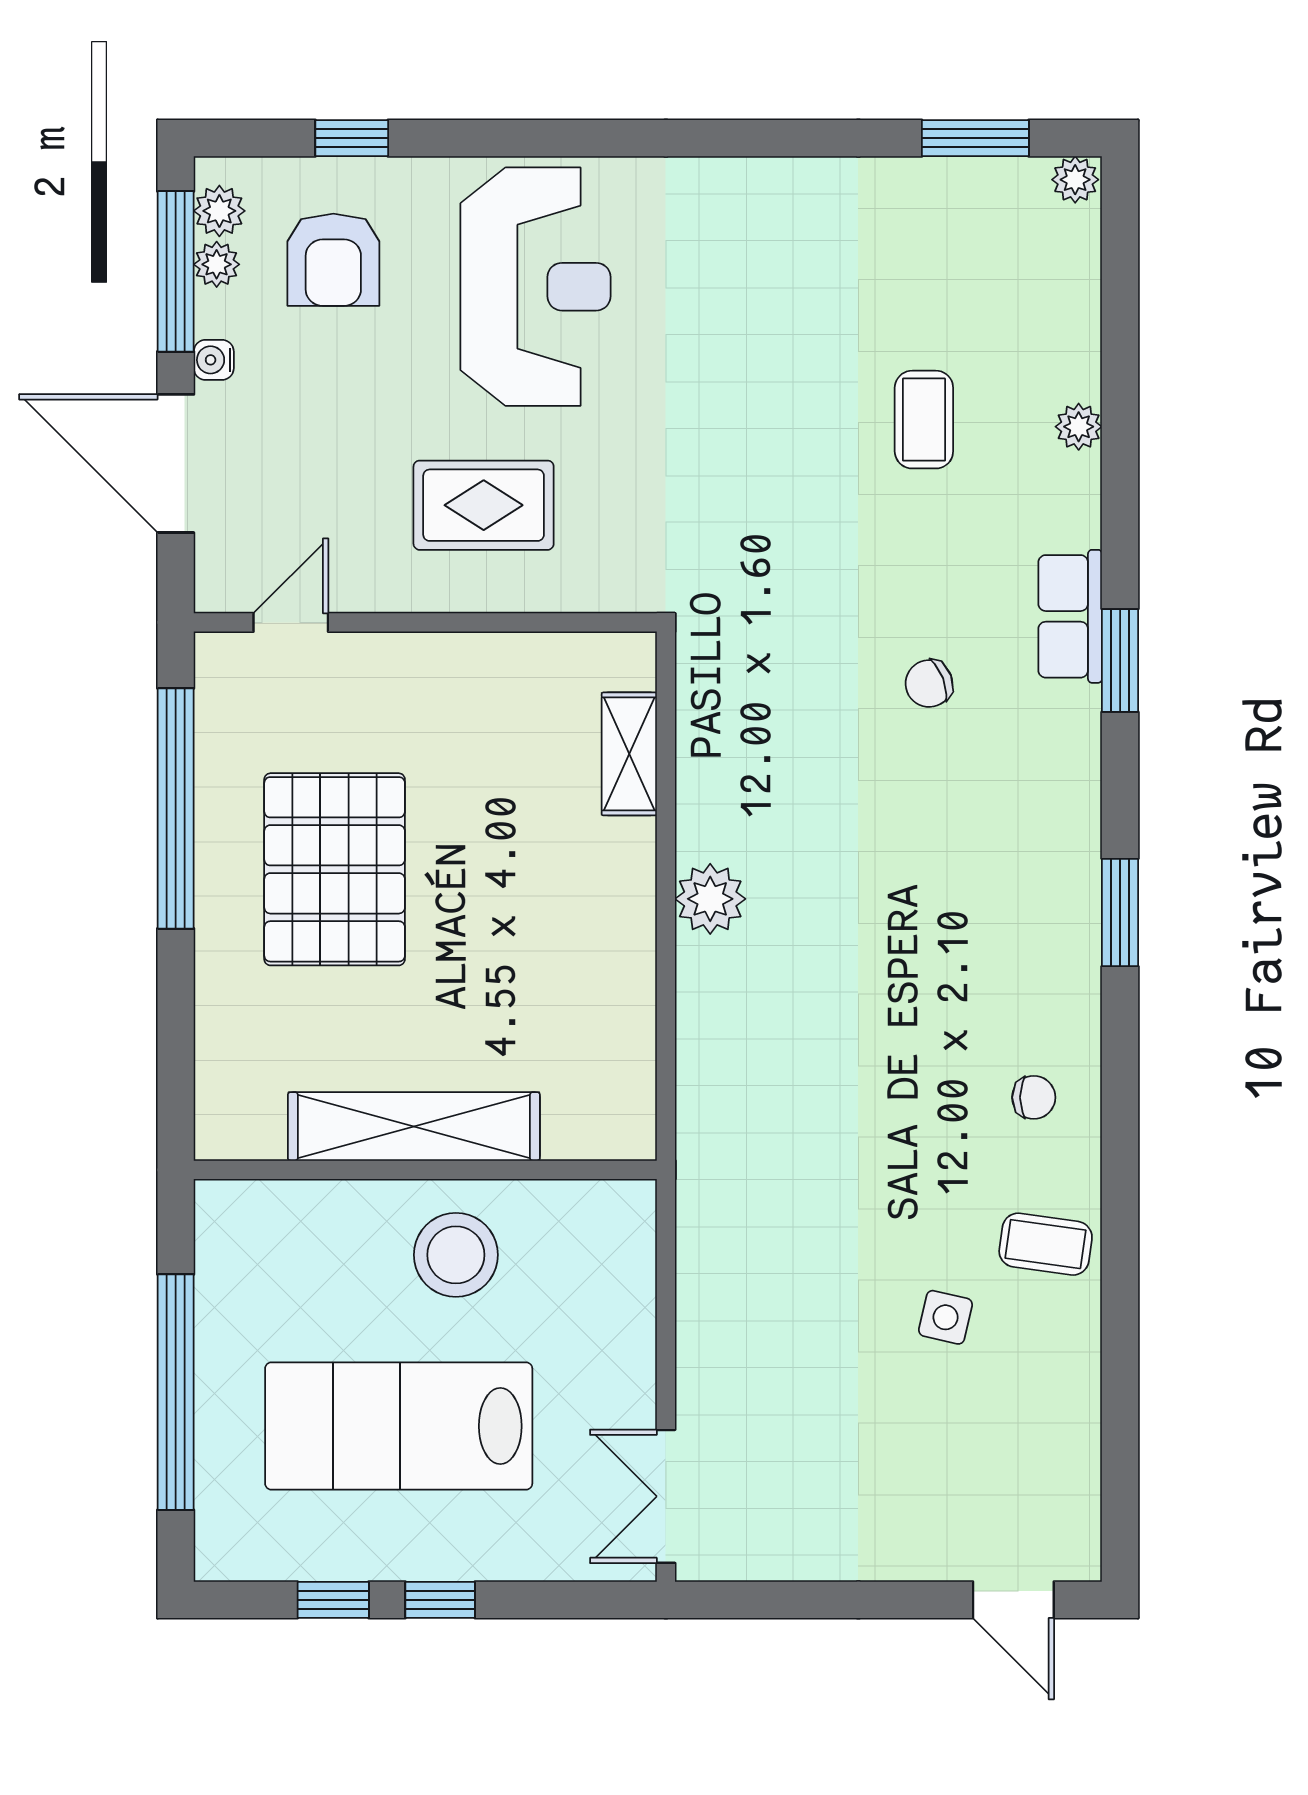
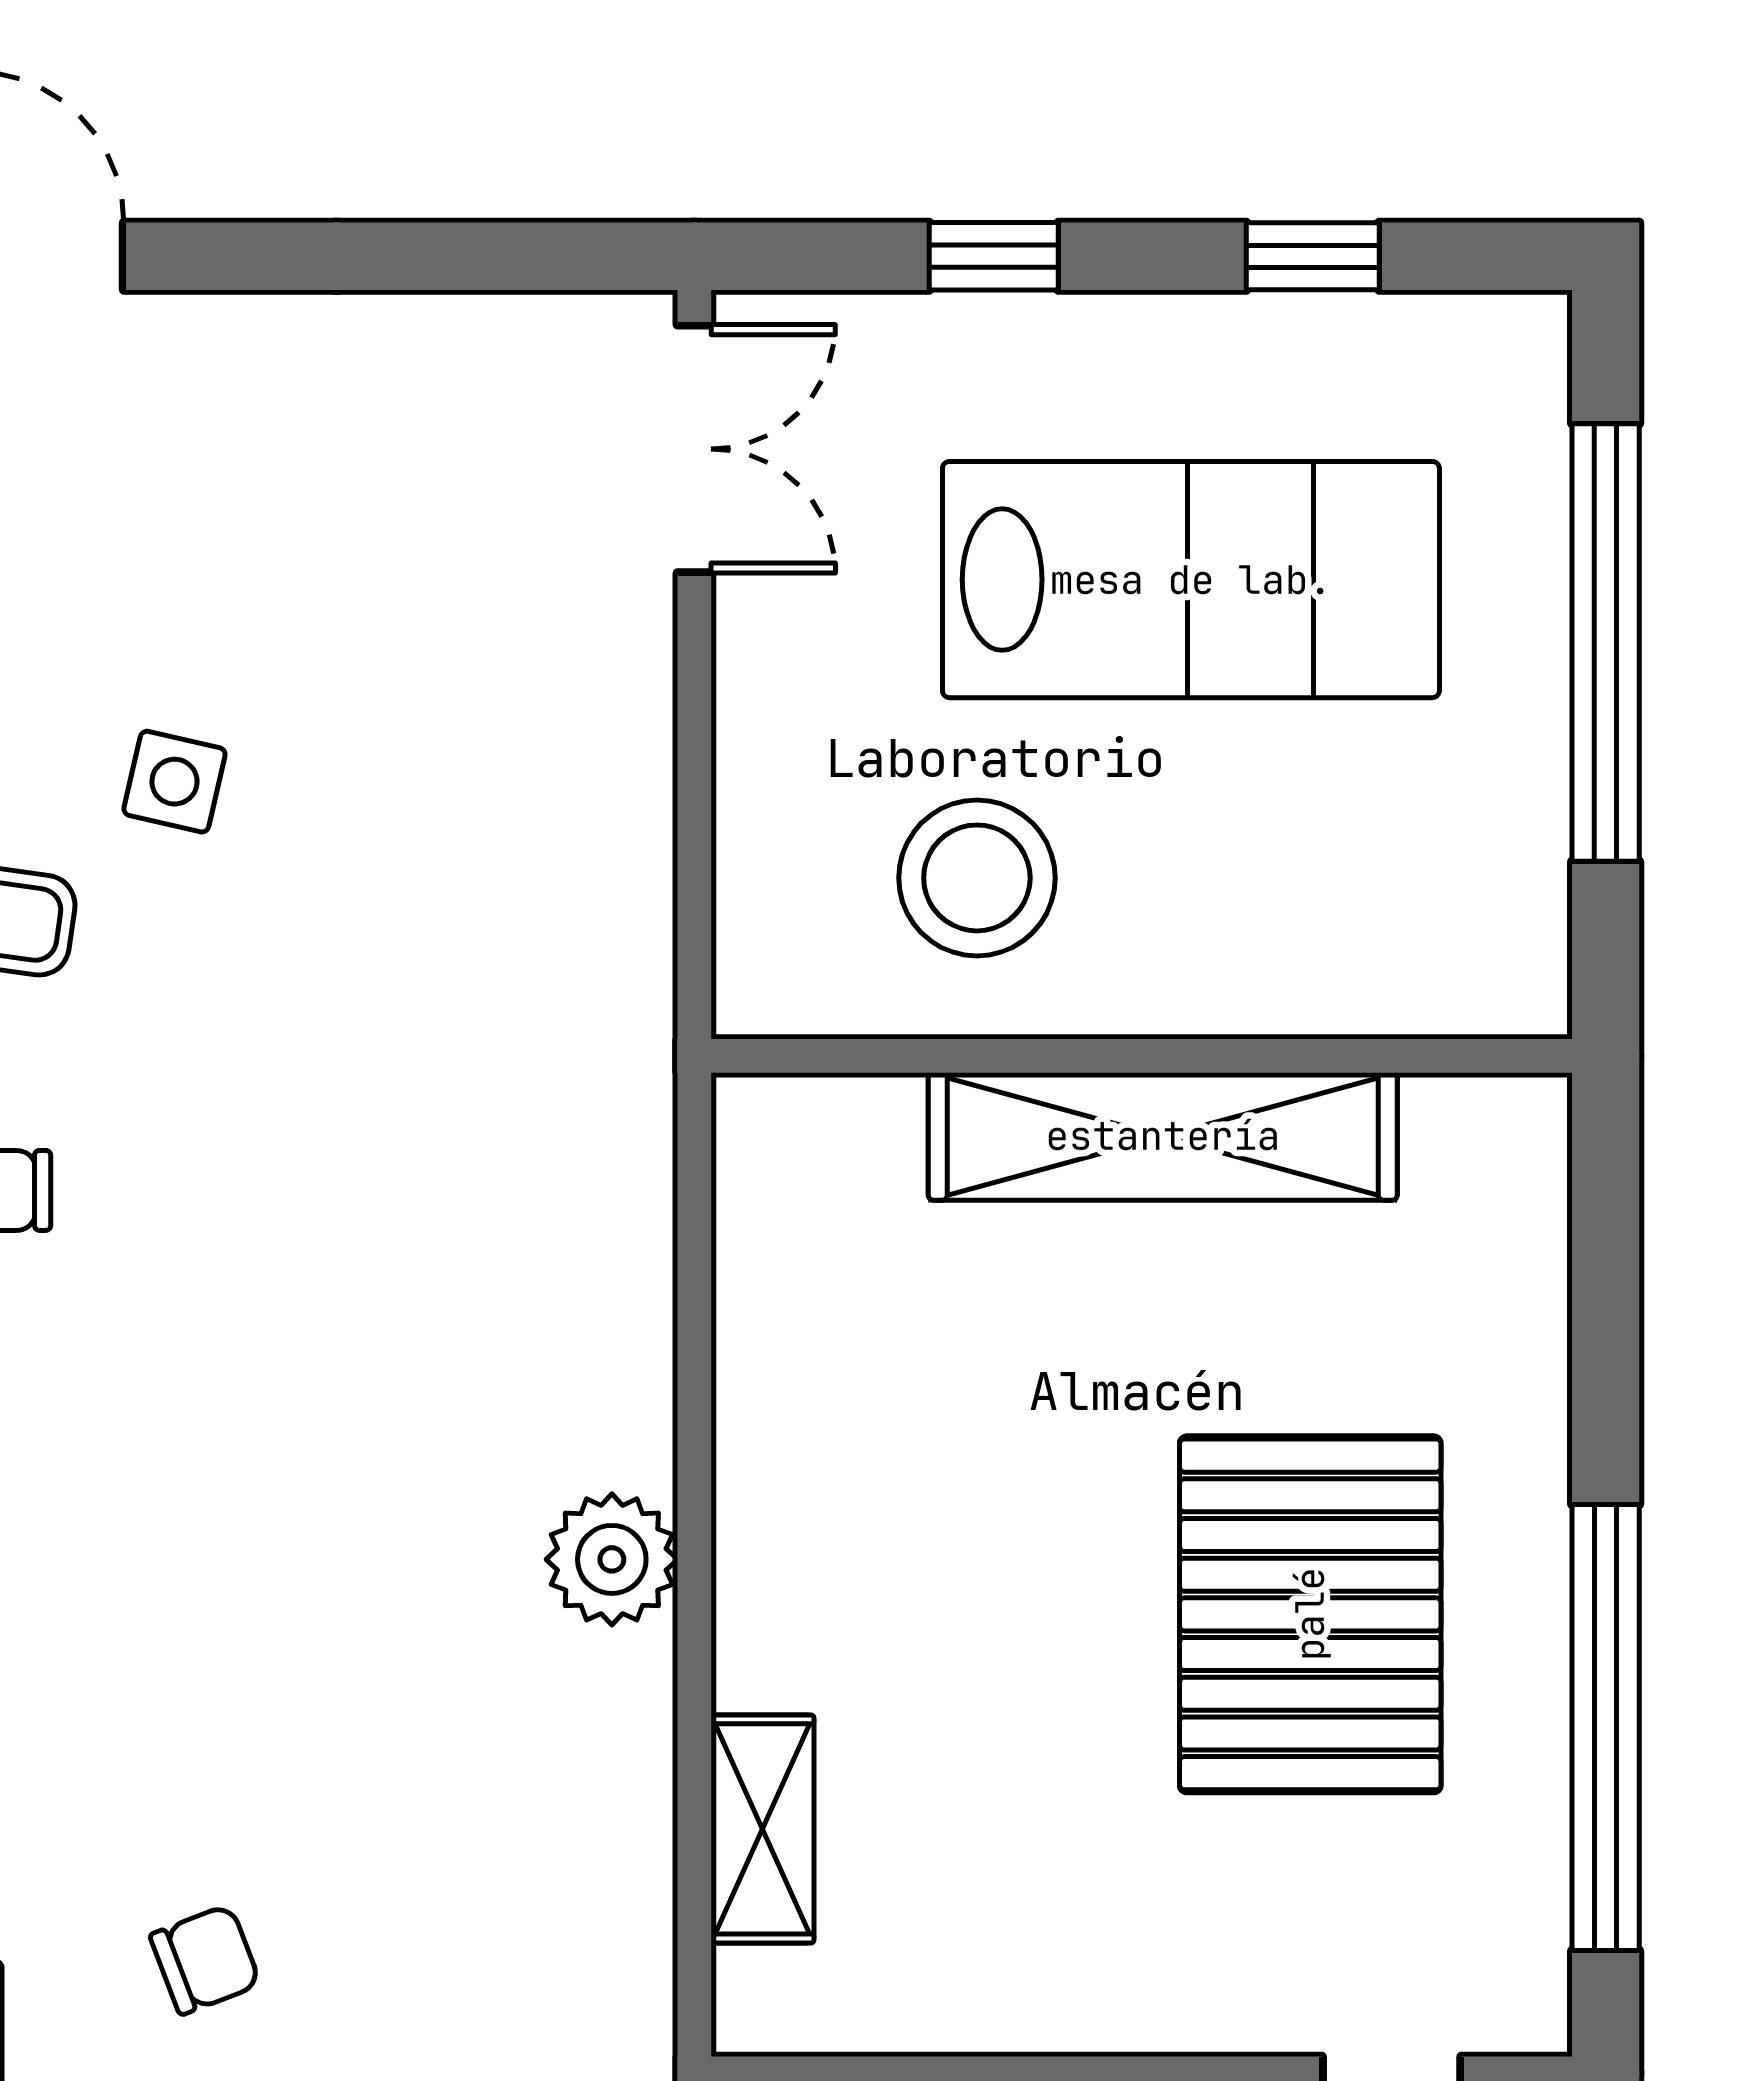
stool: (456, 1255) -> (977, 878), moved
window: (440, 1600) -> (994, 256), moved

